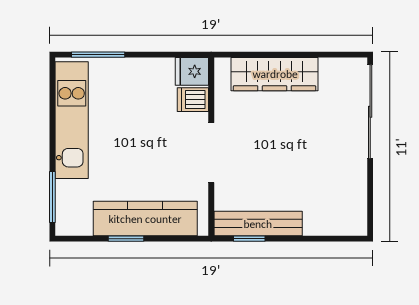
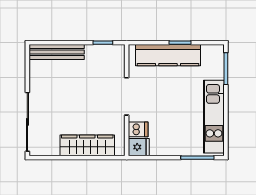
bench: (258, 224) -> (57, 52), moved

